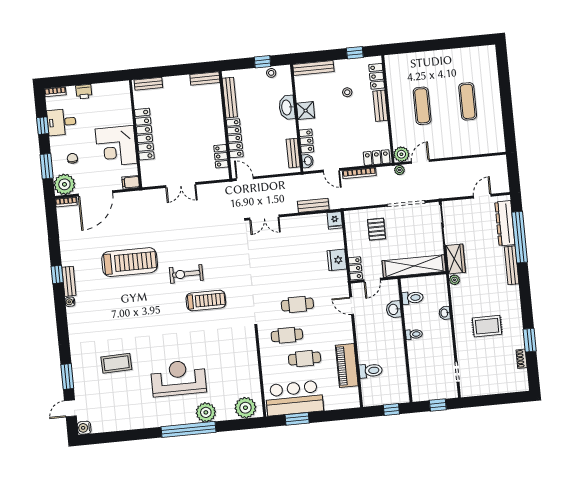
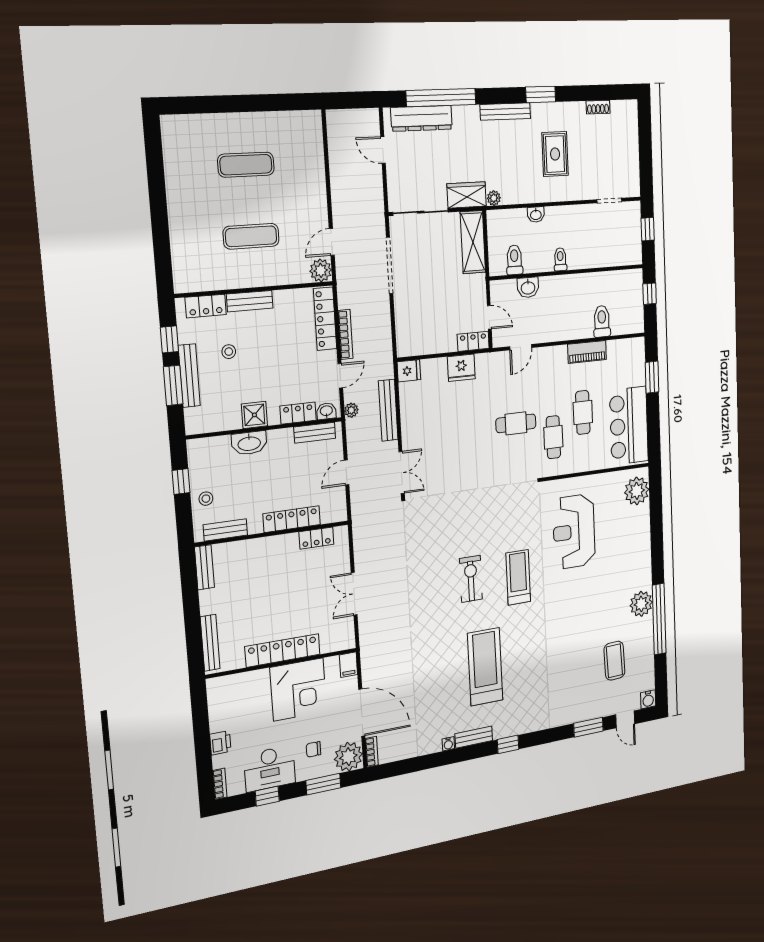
window: (325, 56) -> (173, 385), added
bench: (313, 68) -> (189, 376), moved
stool: (271, 73) -> (206, 499), moved
bench: (148, 84) -> (210, 643), width x1.36
bench: (230, 98) -> (225, 530), width x0.73
desk: (62, 122) -> (270, 769), width x1.37
locker: (377, 158) -> (325, 319), width x1.53
door: (420, 161) -> (332, 242), hinge flipped
plant: (399, 170) -> (351, 410), moved
door: (245, 179) -> (346, 473), moved
double door: (181, 185) -> (354, 594), swing flipped
bench: (313, 205) -> (388, 410), width x1.36
pallet: (377, 229) -> (423, 310), removed
treadmill: (130, 262) -> (485, 667), moved
bench: (512, 265) -> (505, 112), moved
shelving: (414, 266) -> (473, 242), width x0.68
window: (57, 274) -> (508, 744), moved
exercise bike: (186, 274) -> (471, 579), turned 180
treadmill: (206, 301) -> (518, 577), moved
water cooler: (70, 302) -> (448, 744), moved
cafe table: (297, 304) -> (516, 423), turned 90
window: (530, 340) -> (541, 94), moved
coffee table: (116, 363) -> (614, 661), moved
piano: (347, 366) -> (587, 352), width x0.73, depth x0.75
reception desk: (178, 378) -> (574, 532), moved
plant: (206, 412) -> (641, 604), moved
window: (297, 419) -> (652, 377), moved
window: (189, 429) -> (659, 619), moved

